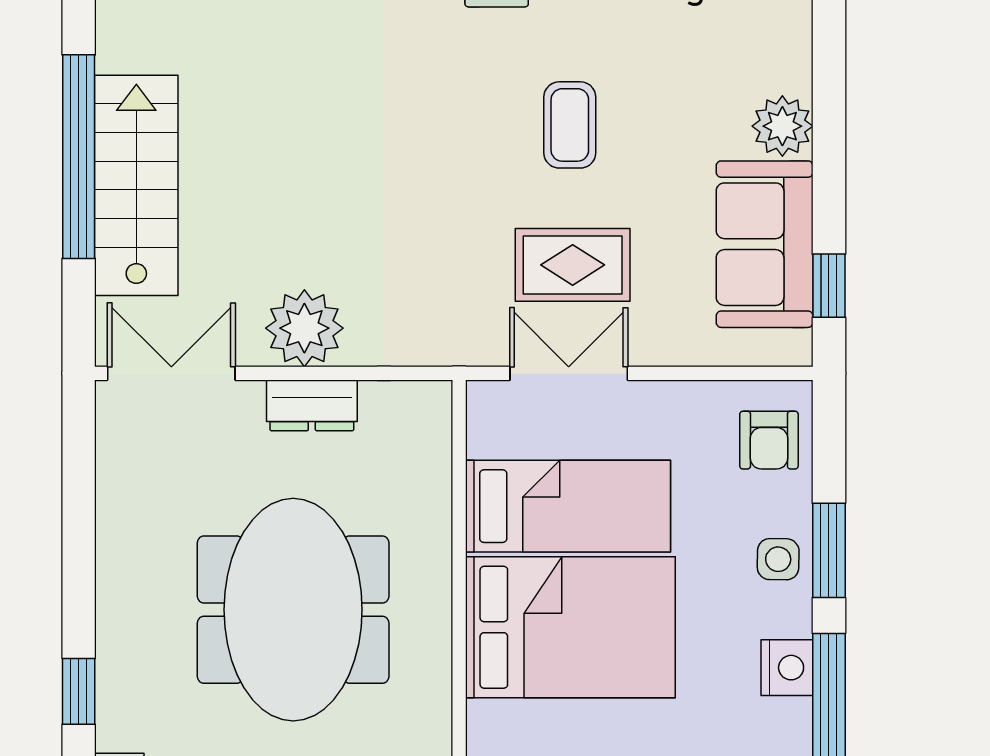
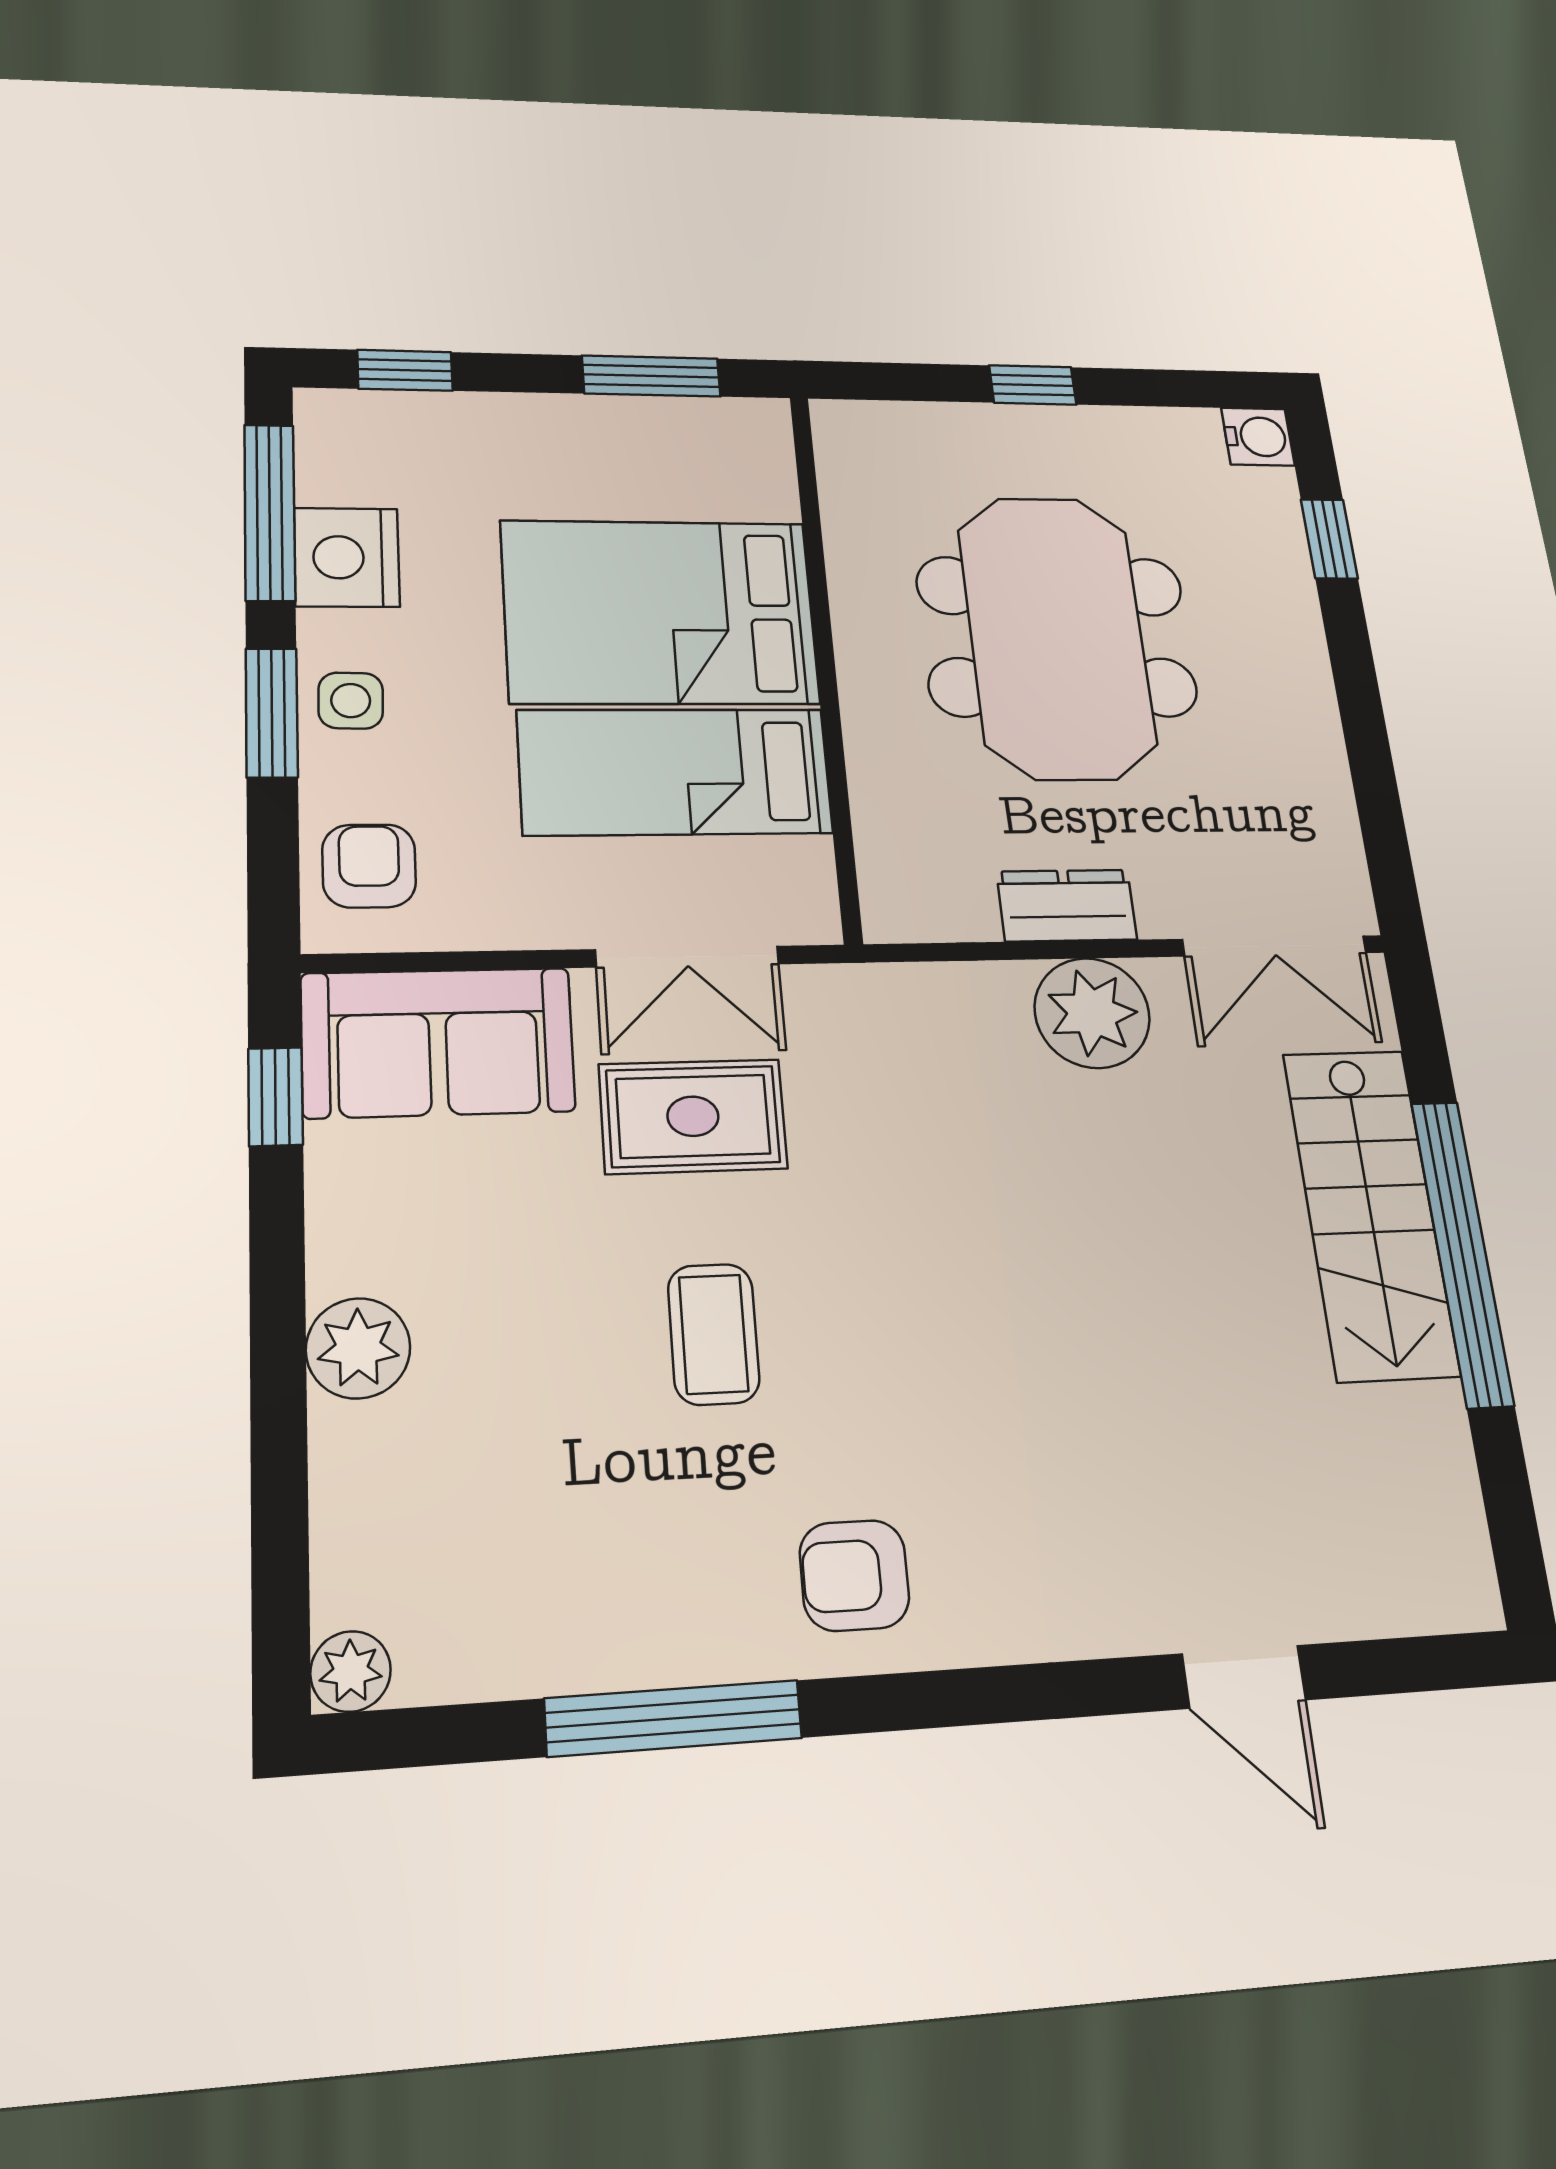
sofa: (765, 244) -> (438, 1042), moved, turned 90
nightstand: (787, 668) -> (347, 557), width x1.36, depth x1.33

